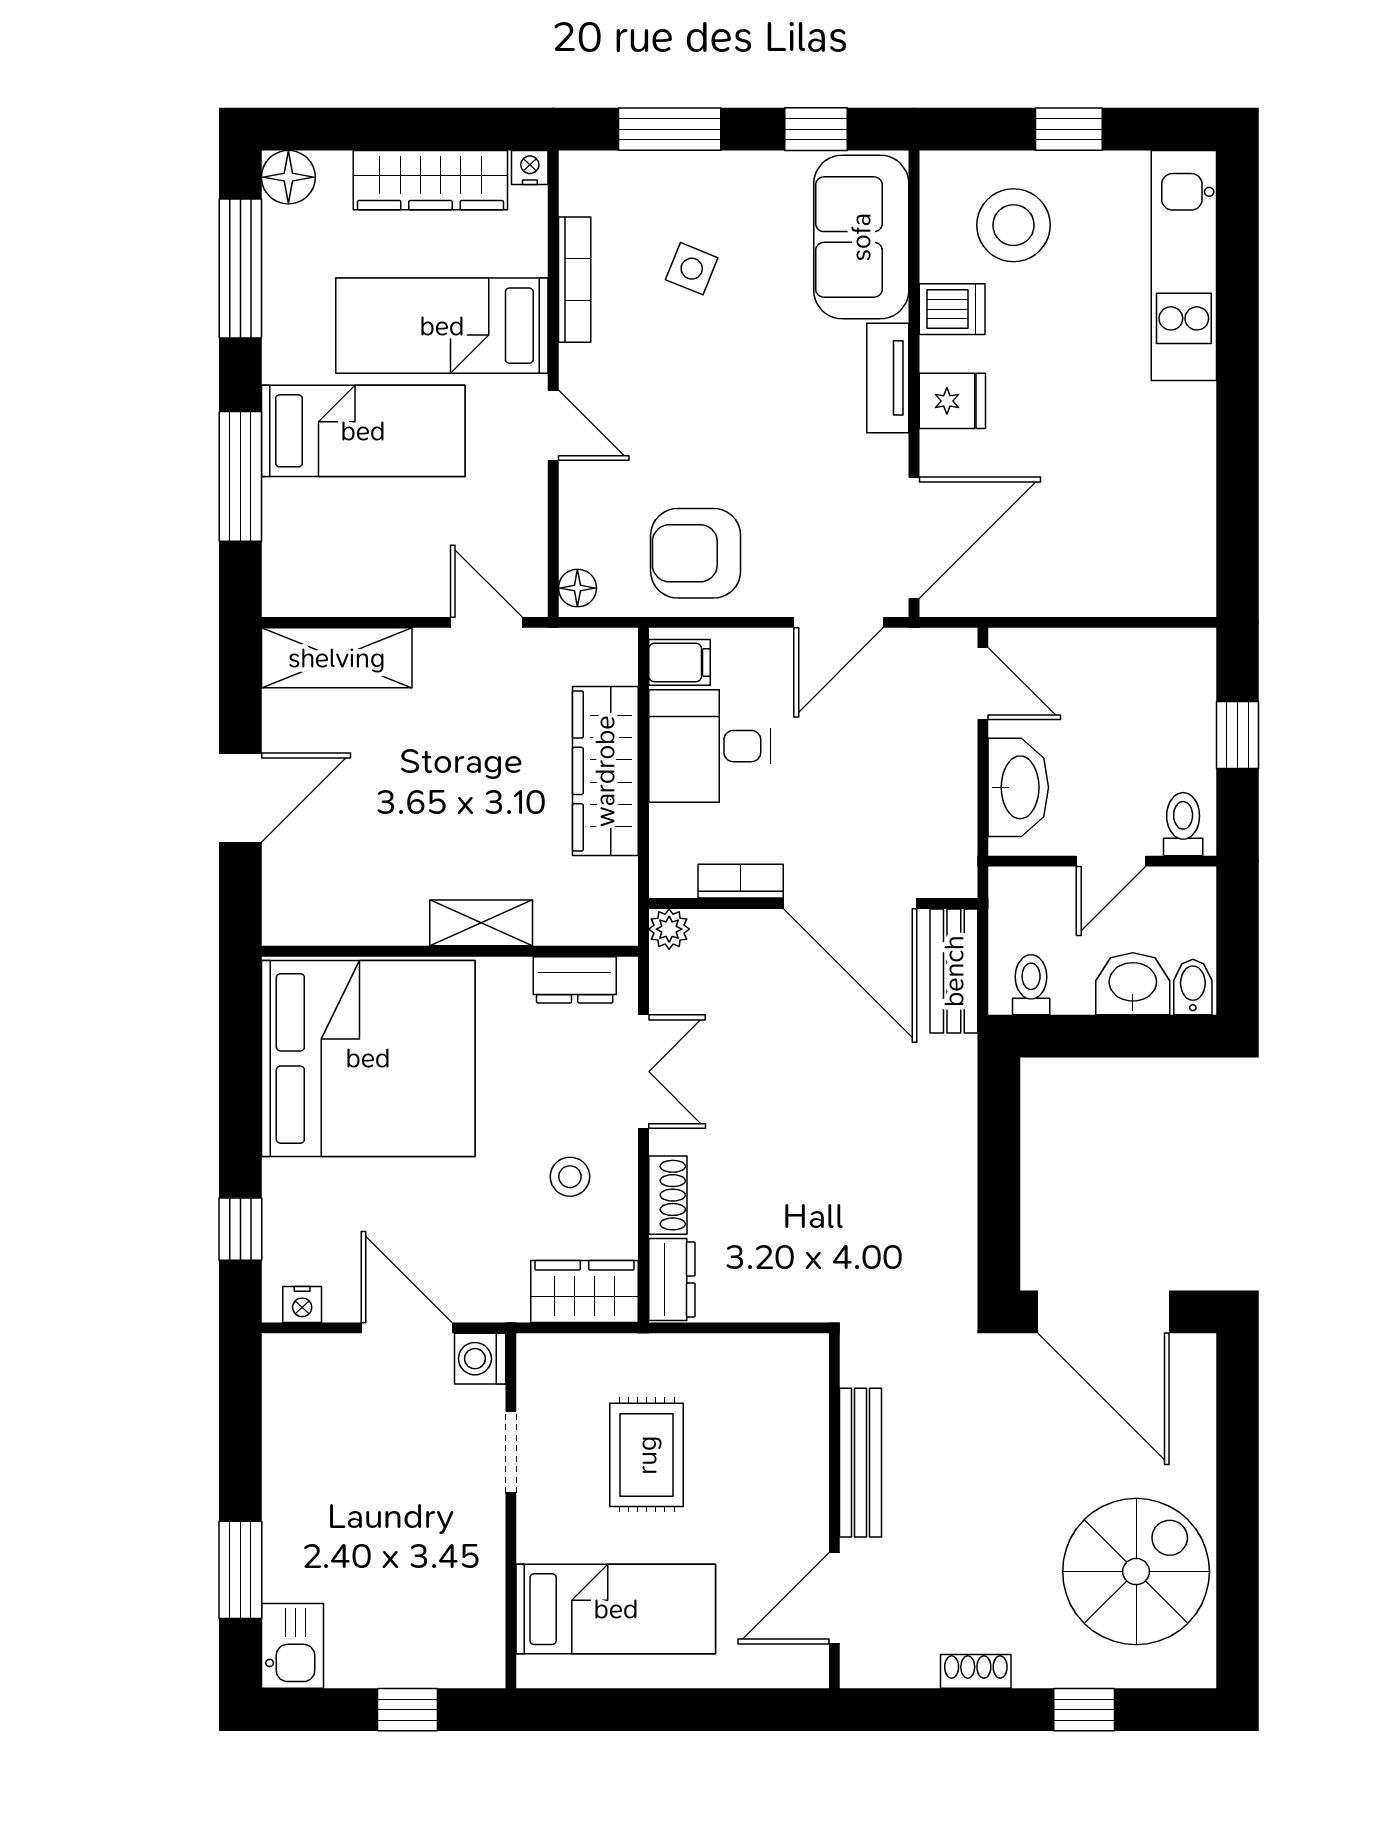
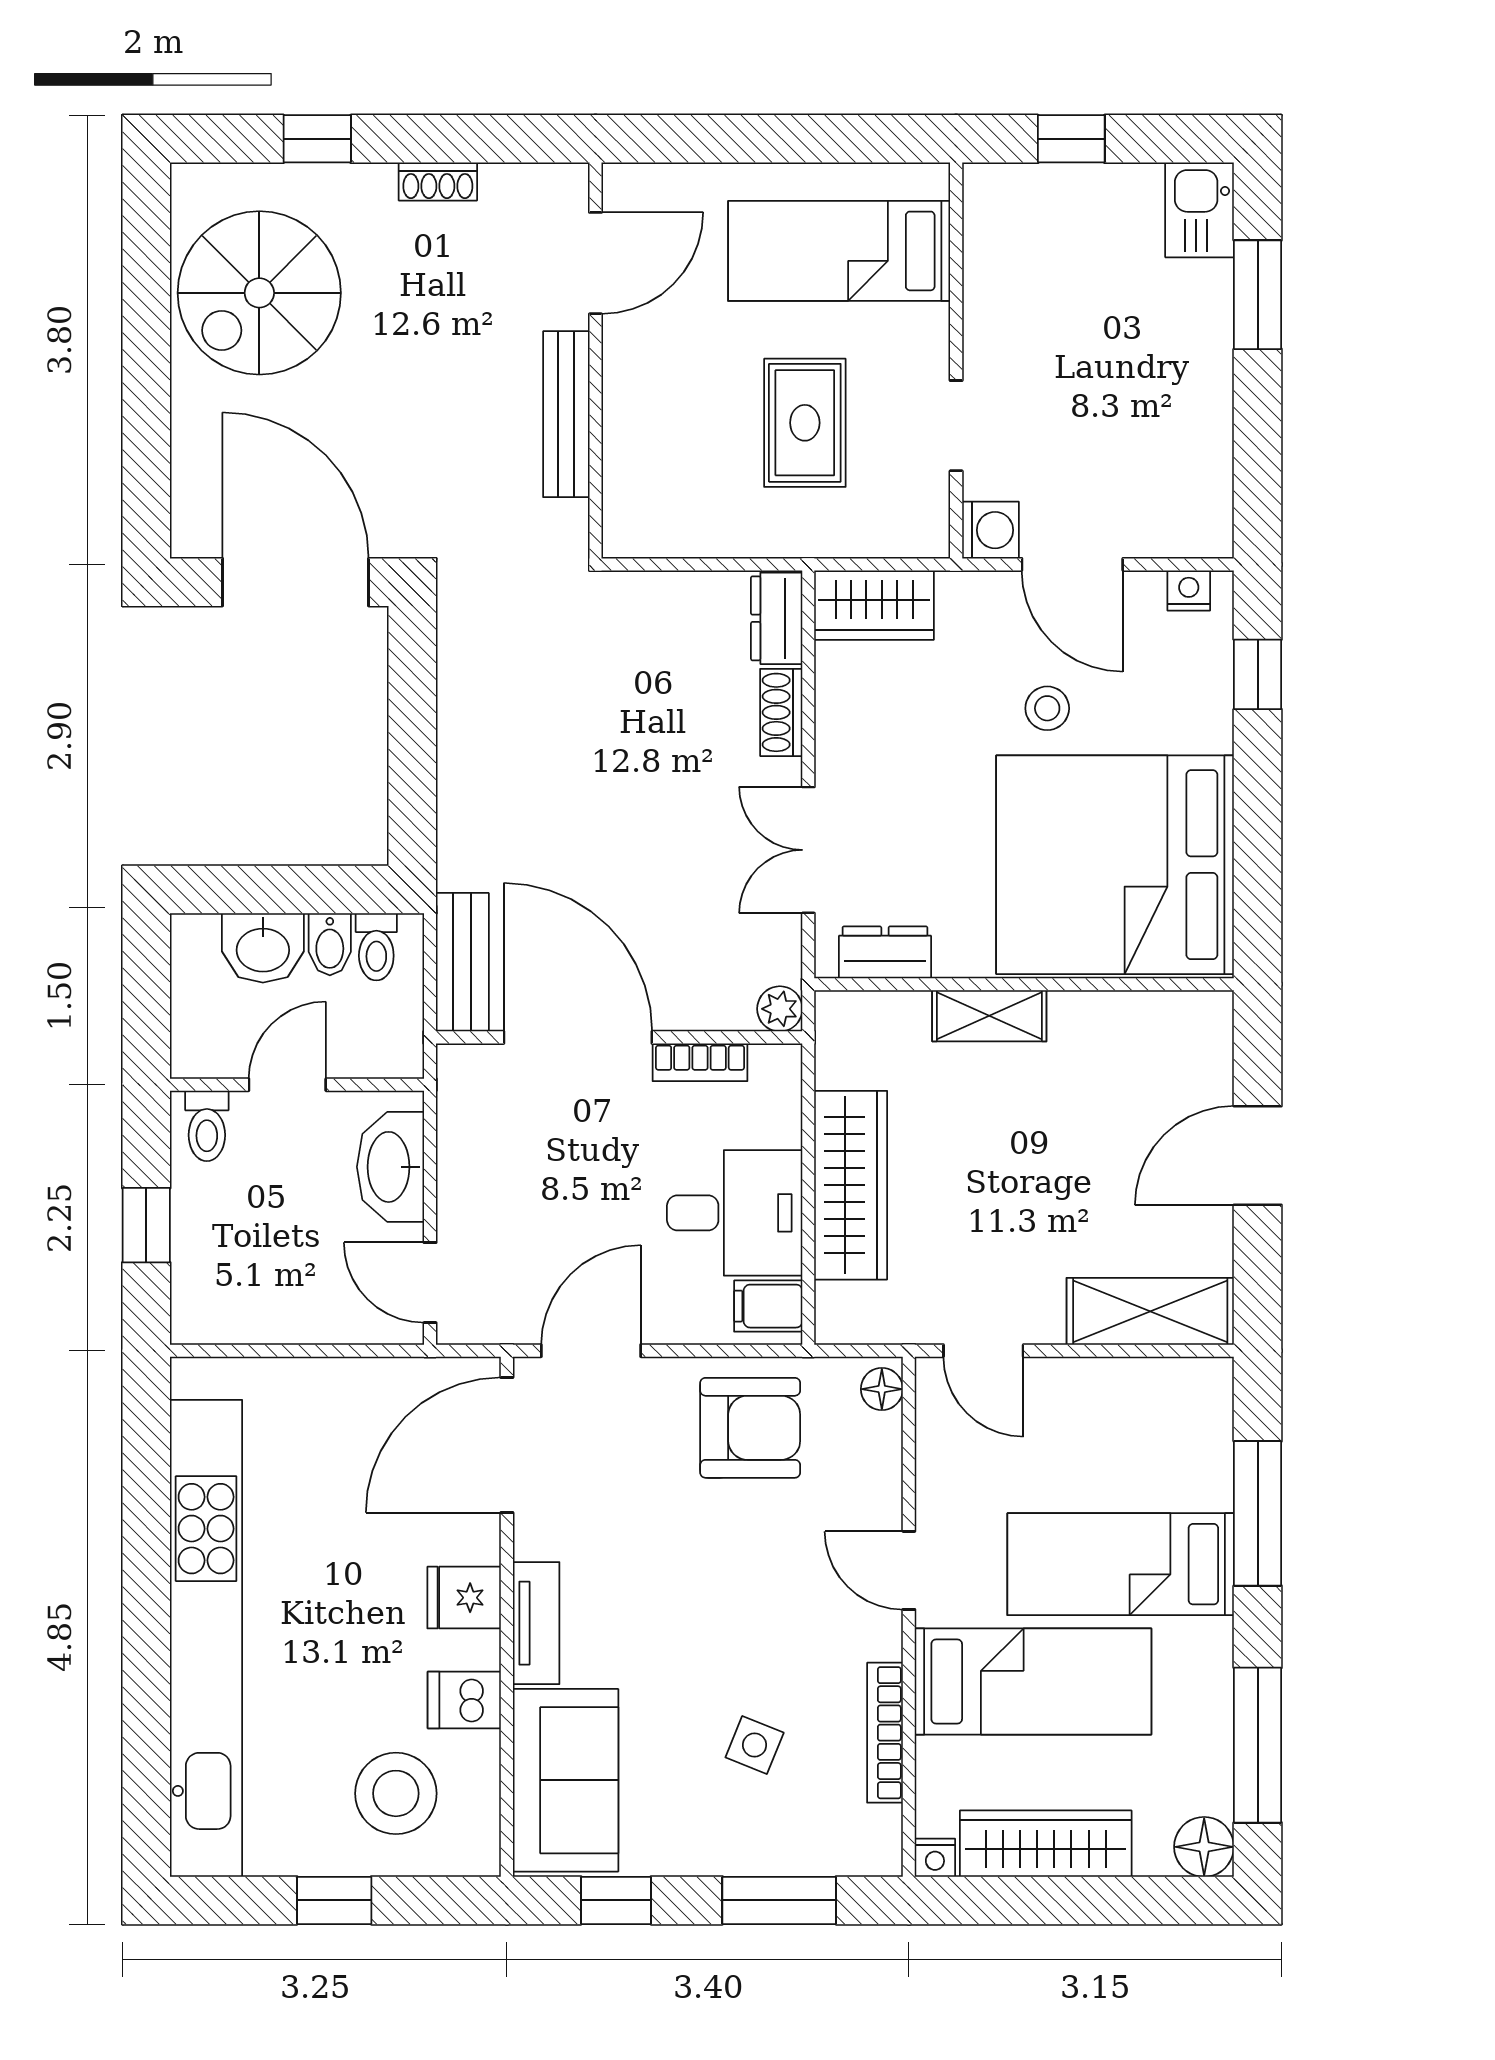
kitchen unit: (1184, 265) -> (206, 1638), width x1.86
bidet: (1193, 987) -> (330, 944), moved
stool: (570, 1177) -> (1047, 708), moved

